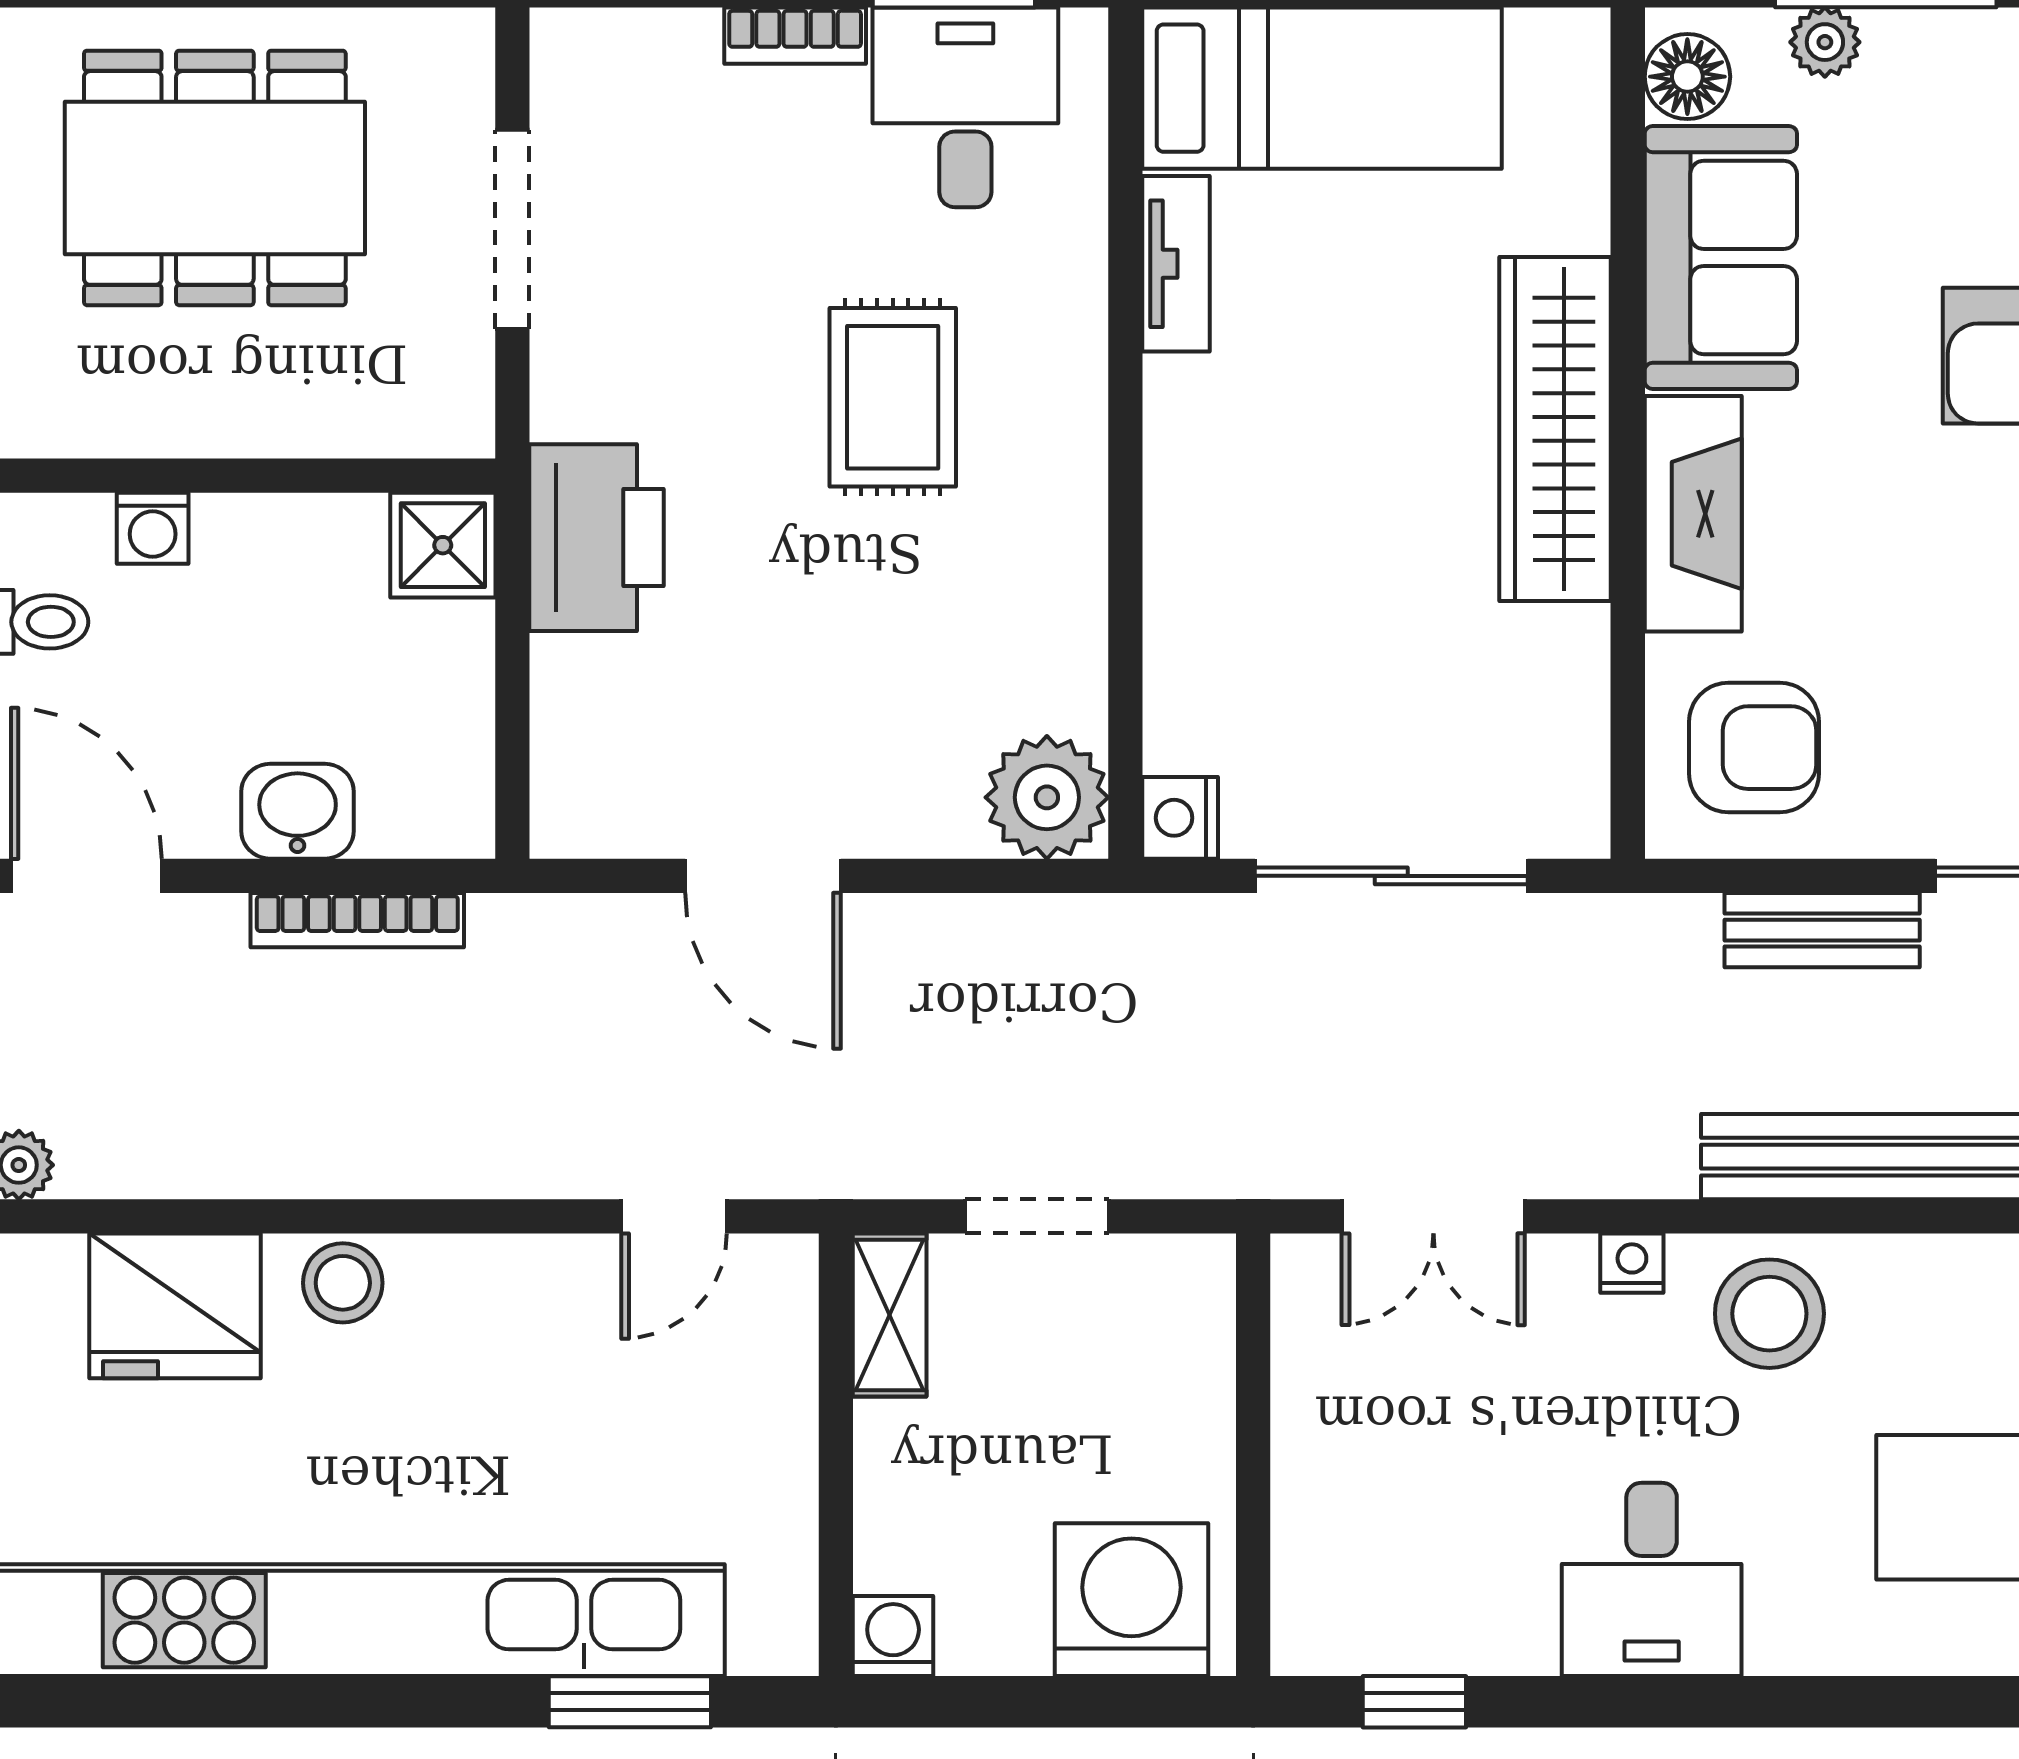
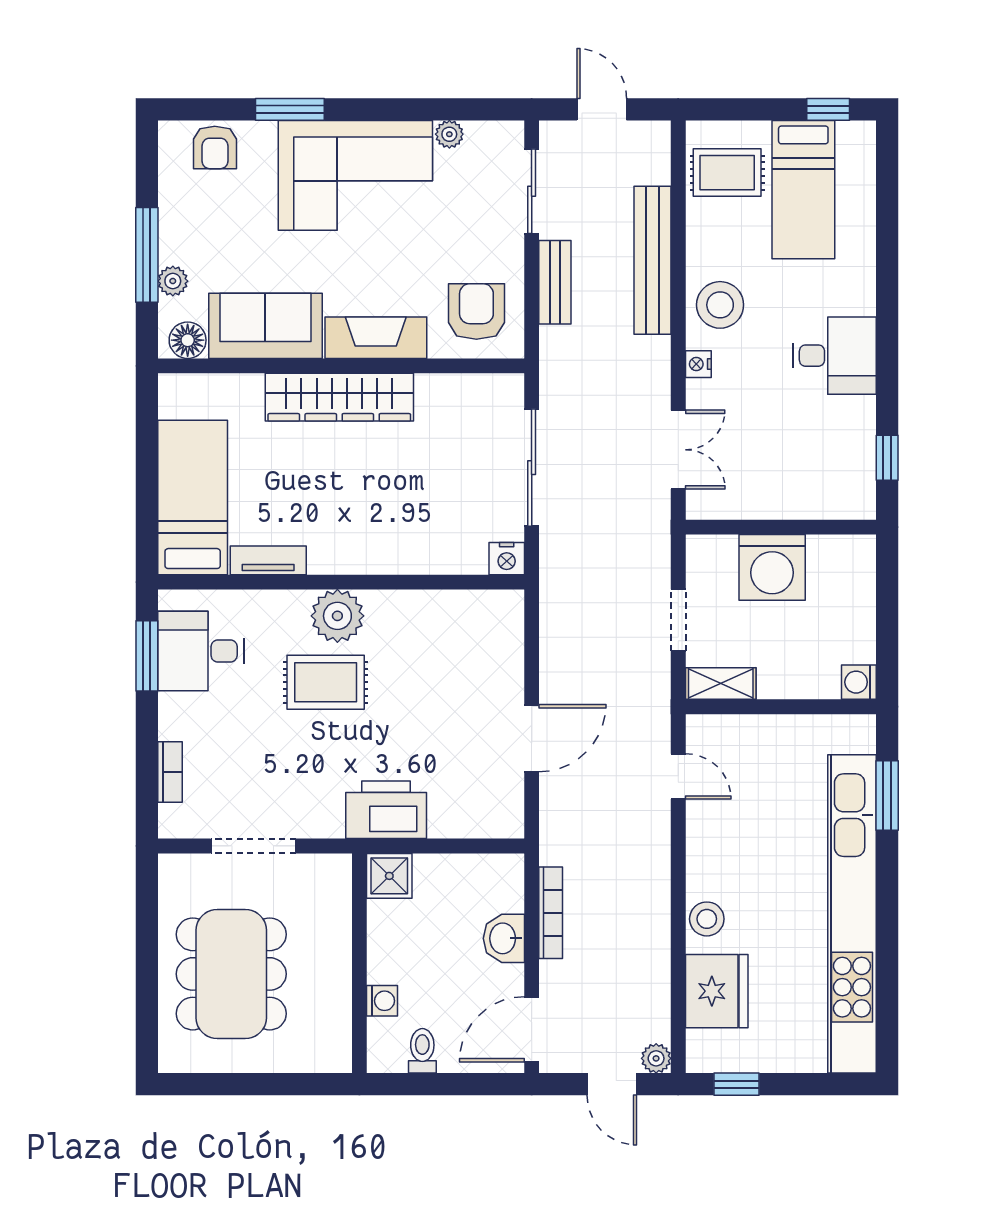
bookcase: (795, 36) -> (170, 772), moved
plant: (1047, 797) -> (337, 616), moved
washing machine: (1131, 1600) -> (772, 567), moved, turned -90

